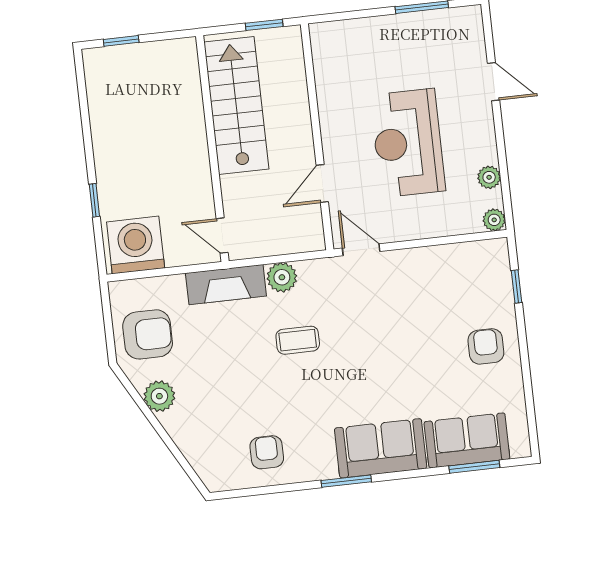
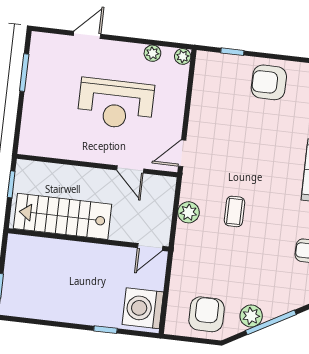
fireplace: (226, 284) -> (185, 252), removed
armchair: (486, 346) -> (269, 82), width x1.38, depth x1.38
window: (157, 425) -> (271, 322), added

